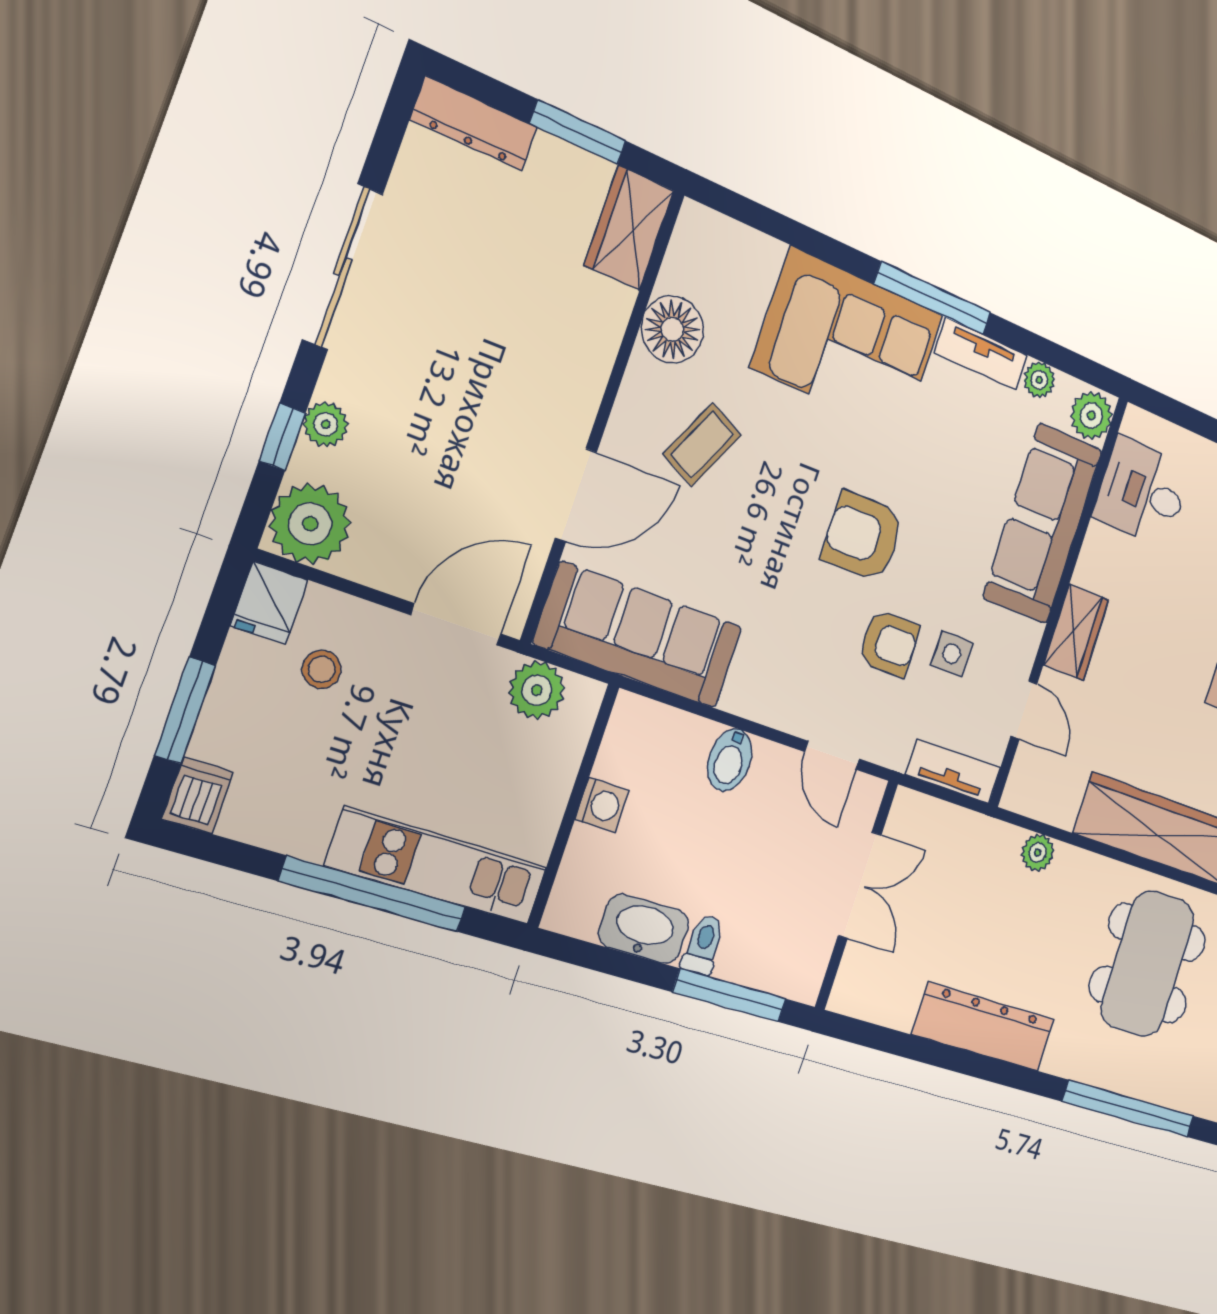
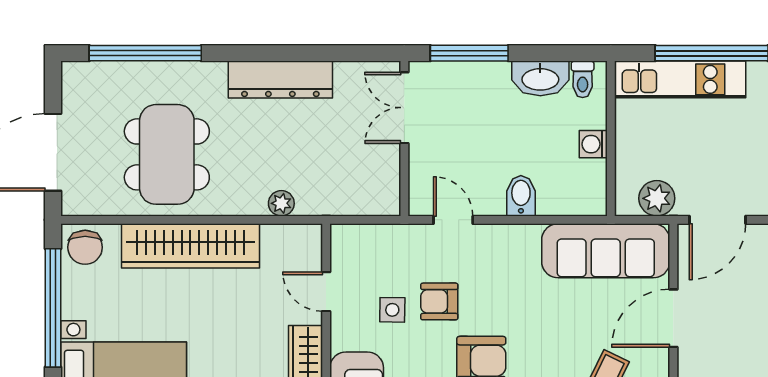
tv unit: (953, 771) -> (364, 236), removed
double door: (860, 885) -> (404, 108), moved
toilet: (703, 945) -> (583, 79), moved

